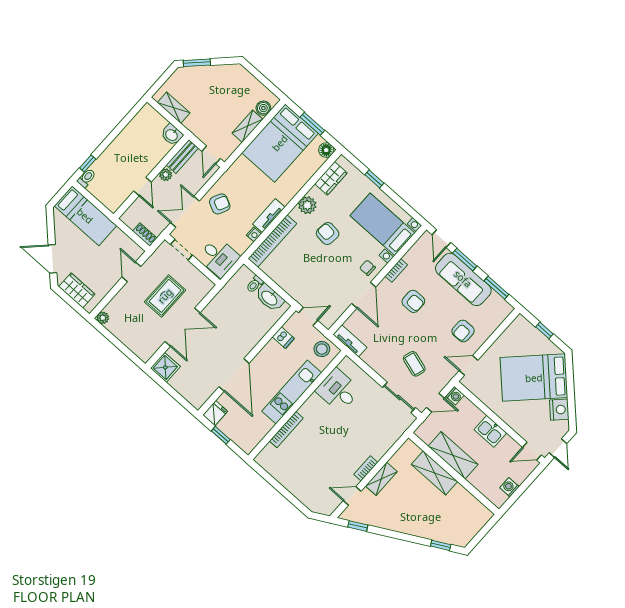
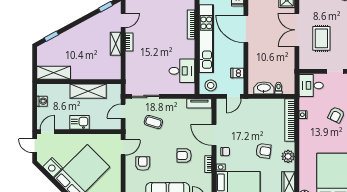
tv unit: (269, 216) -> (304, 132), removed
kitchen unit: (292, 392) -> (206, 39), width x1.36
washing machine: (455, 396) -> (116, 124), removed
shelving: (434, 473) -> (54, 73), moved

